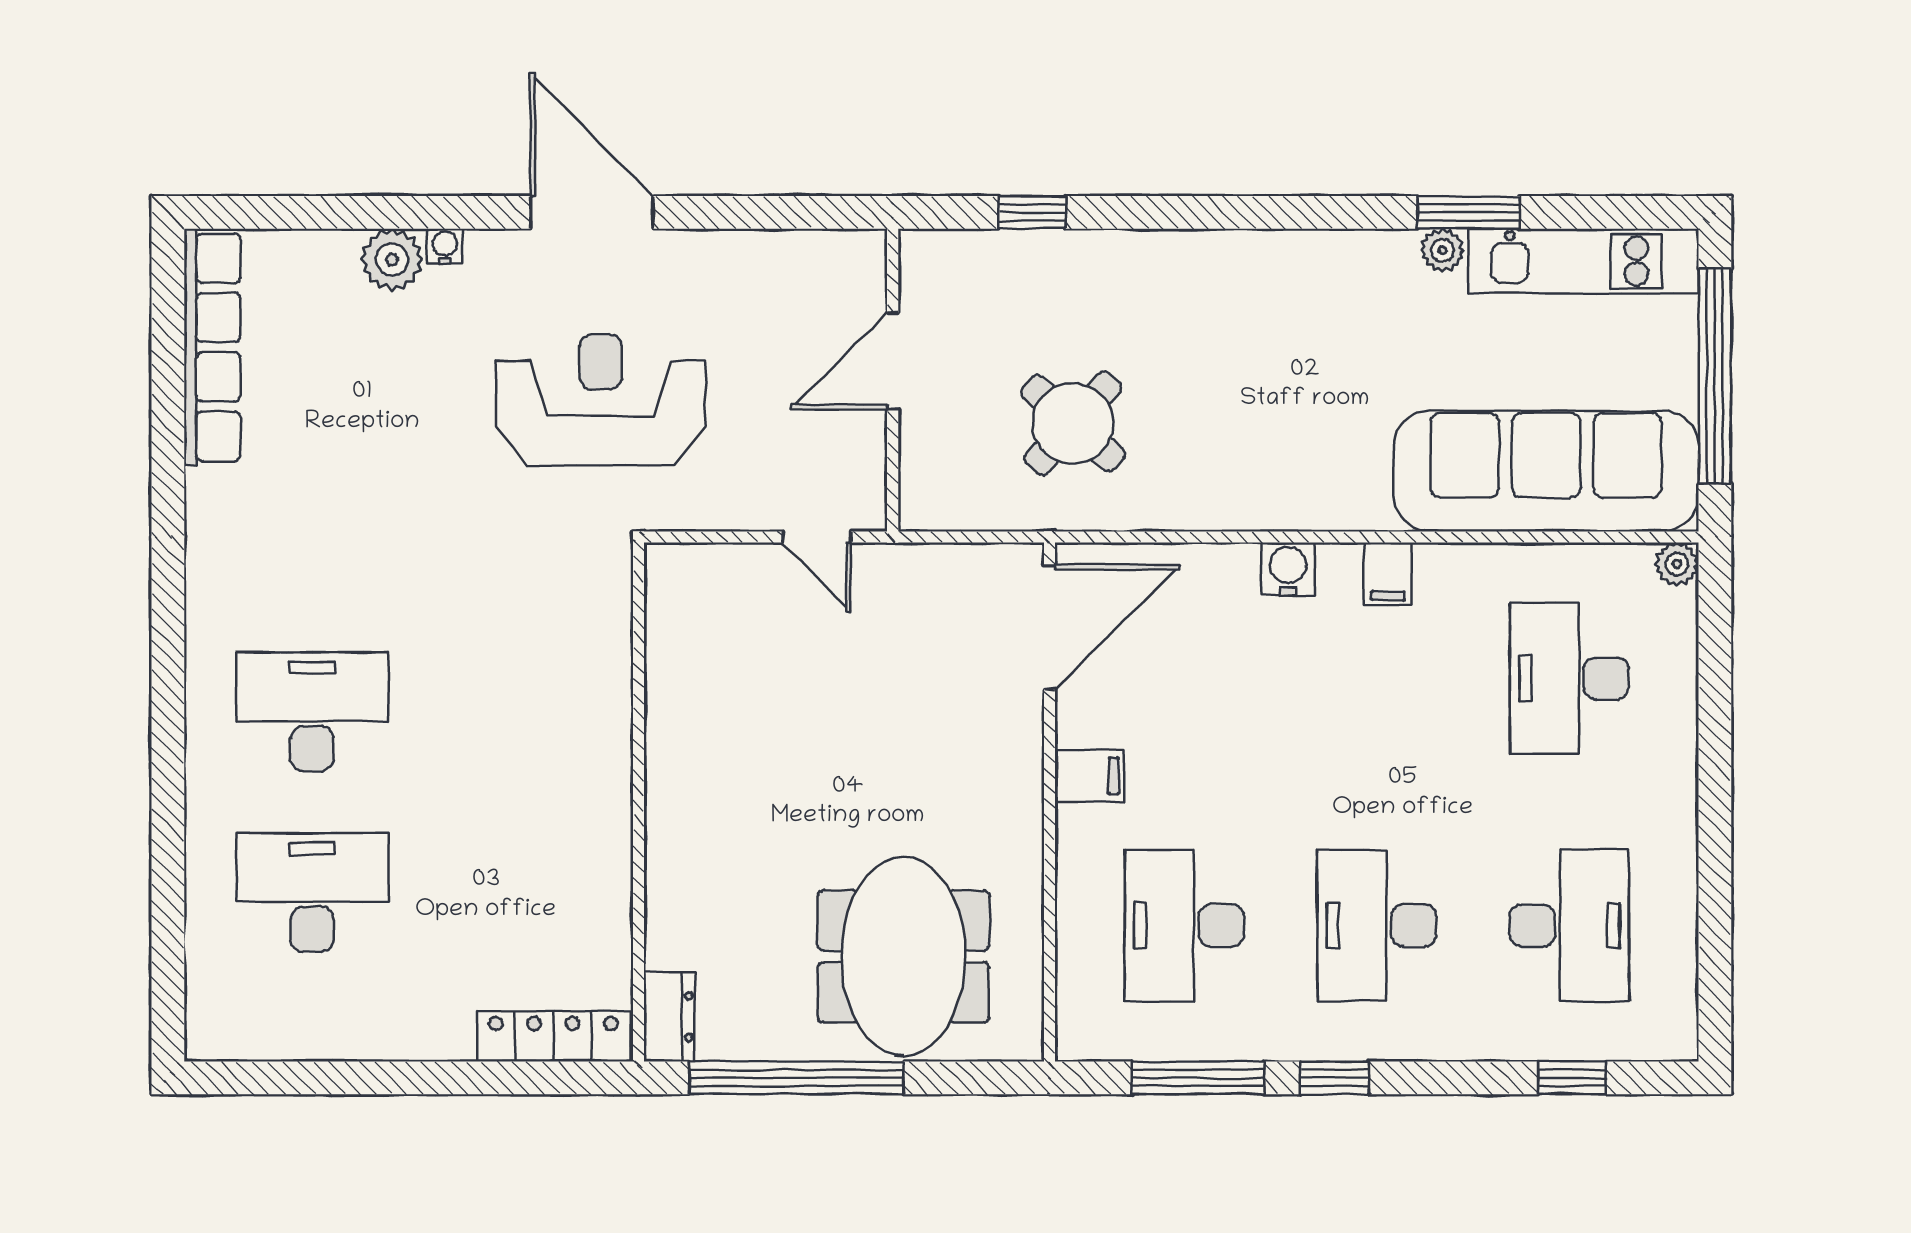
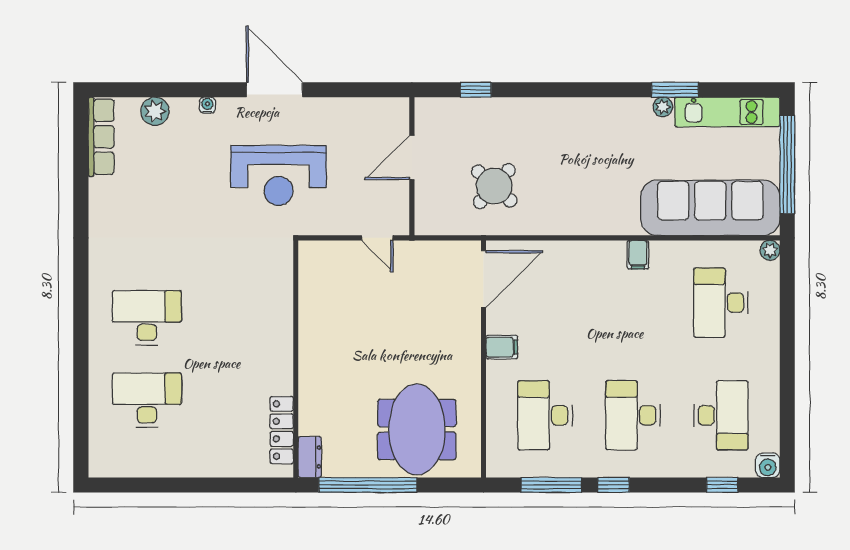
plant: (392, 259) -> (155, 111), moved
row of seats: (212, 347) -> (101, 137), width x0.73
reception desk: (601, 400) -> (279, 175), turned 180
water cooler: (1288, 569) -> (768, 465), moved, turned 180
locker: (553, 1036) -> (282, 430), moved, turned -90

